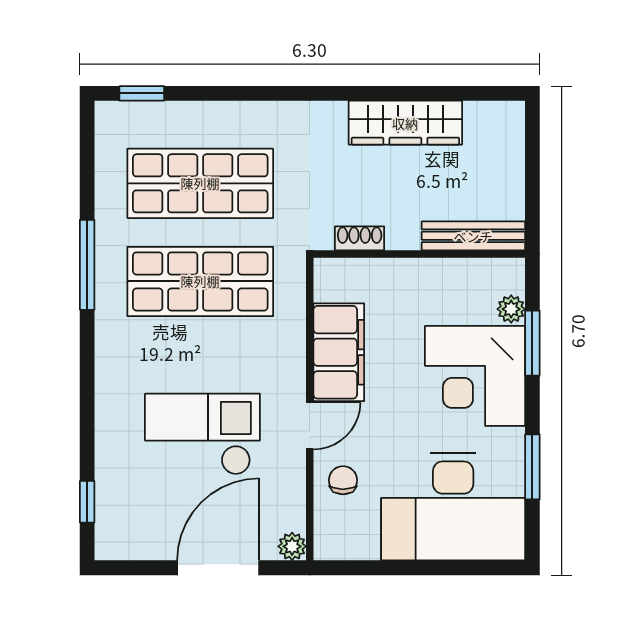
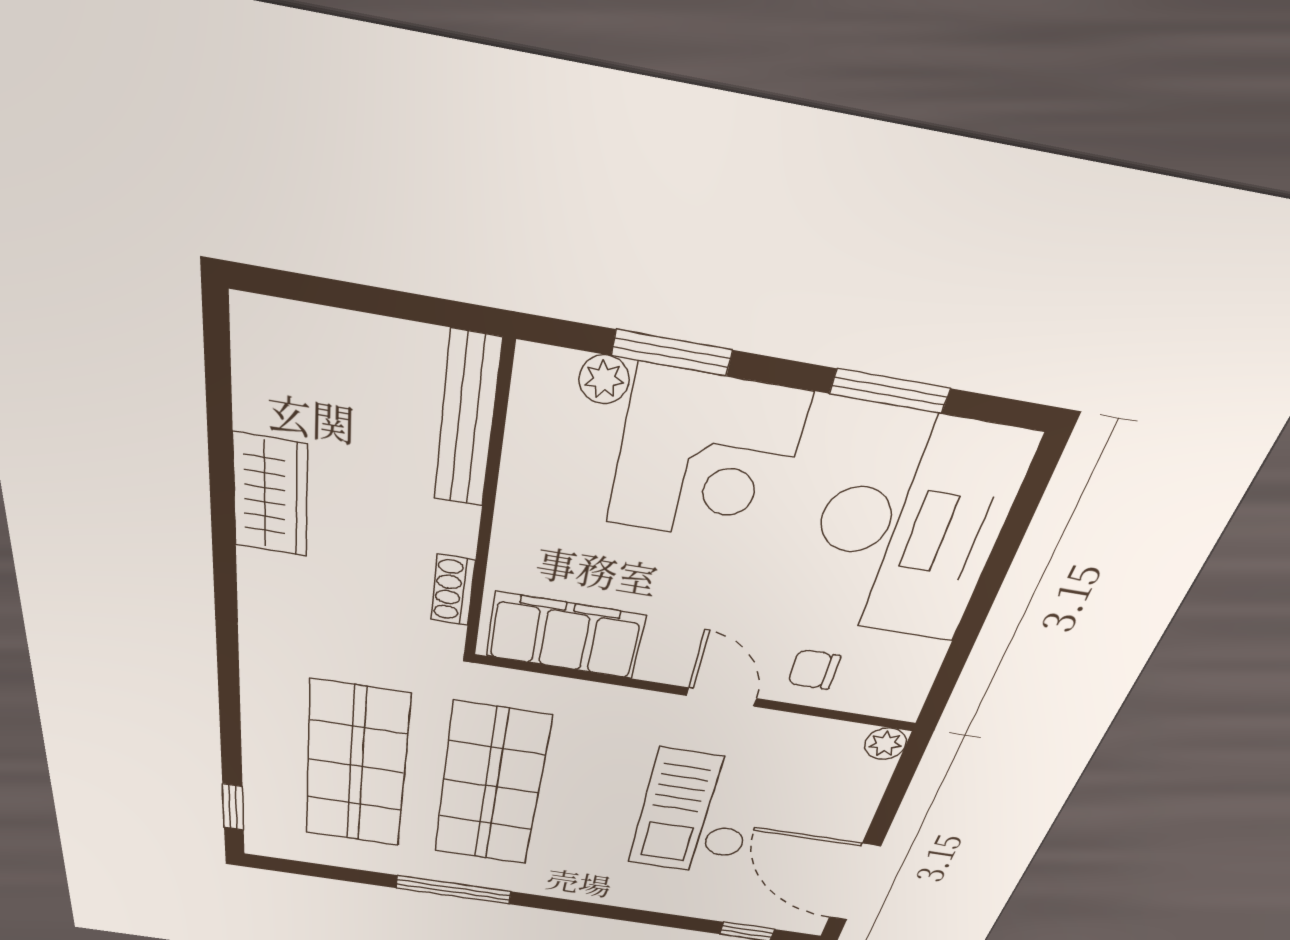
wardrobe: (405, 123) -> (270, 496), width x0.67
filing cabinet: (339, 352) -> (565, 636), moved
door: (218, 568) -> (854, 882), moved

